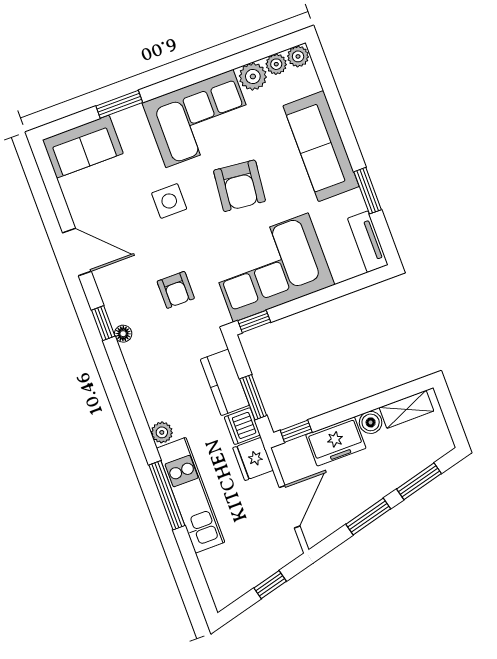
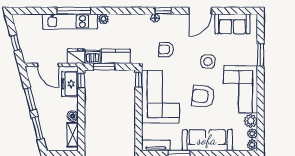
sofa: (83, 147) -> (232, 24), moved, turned -90
freezer: (336, 441) -> (70, 84), moved

